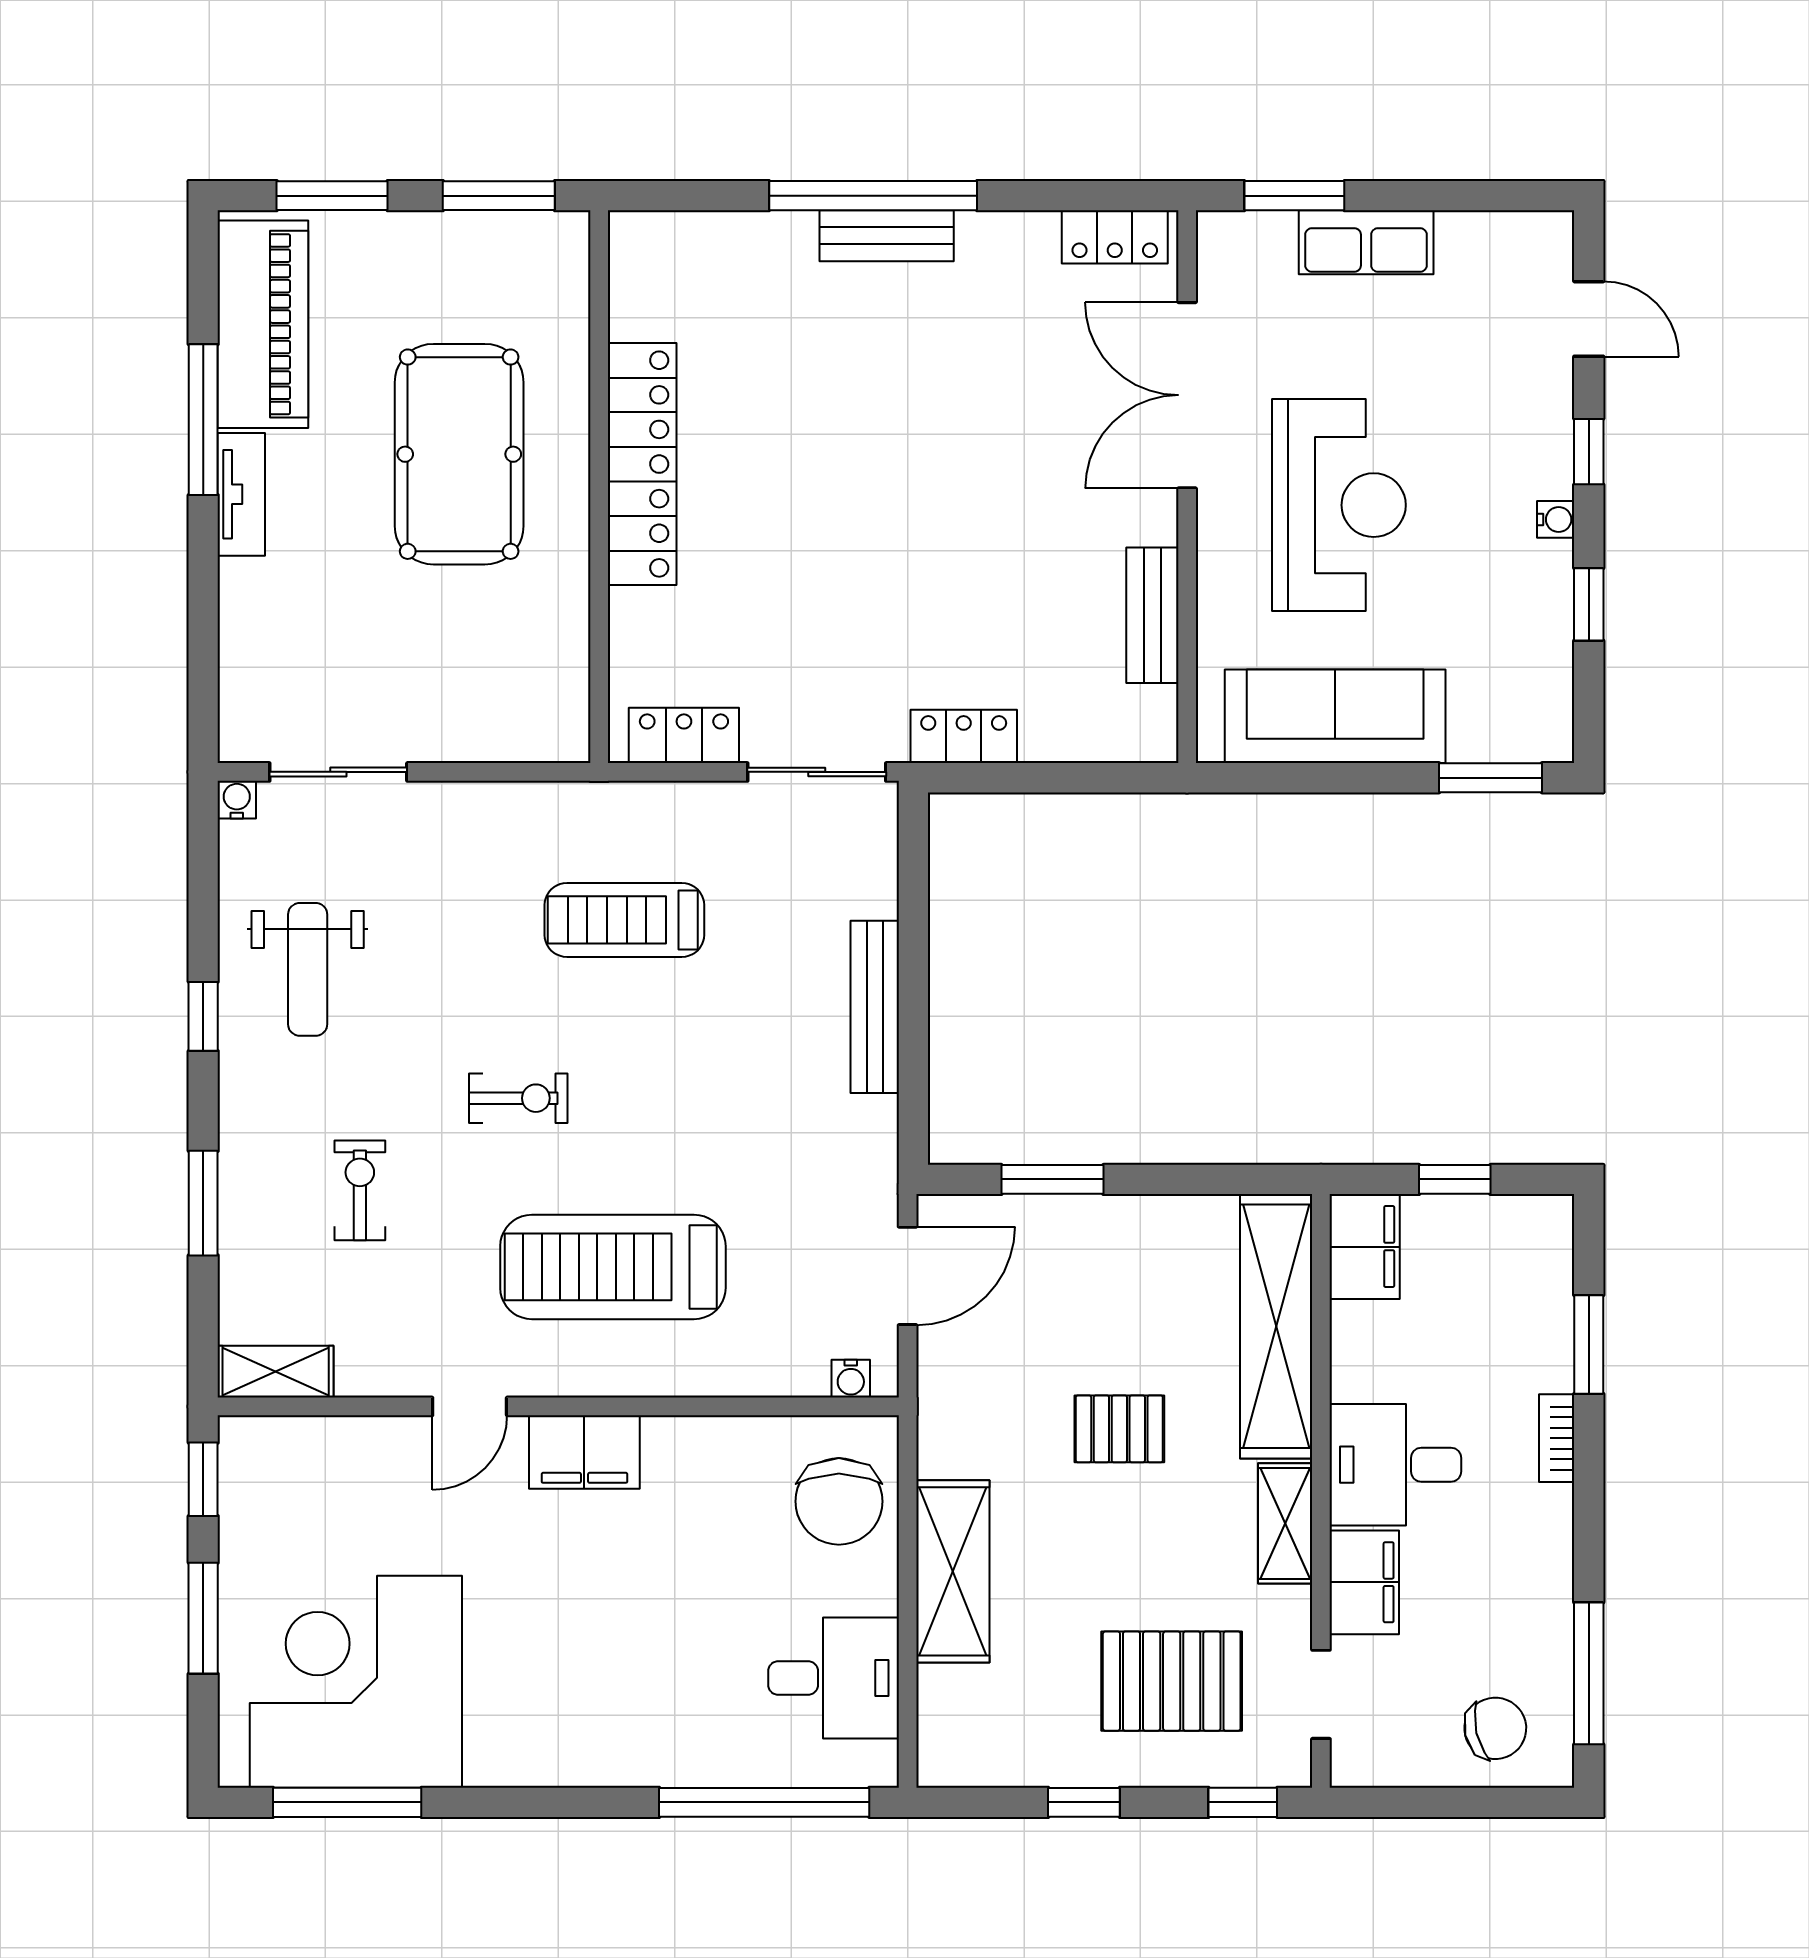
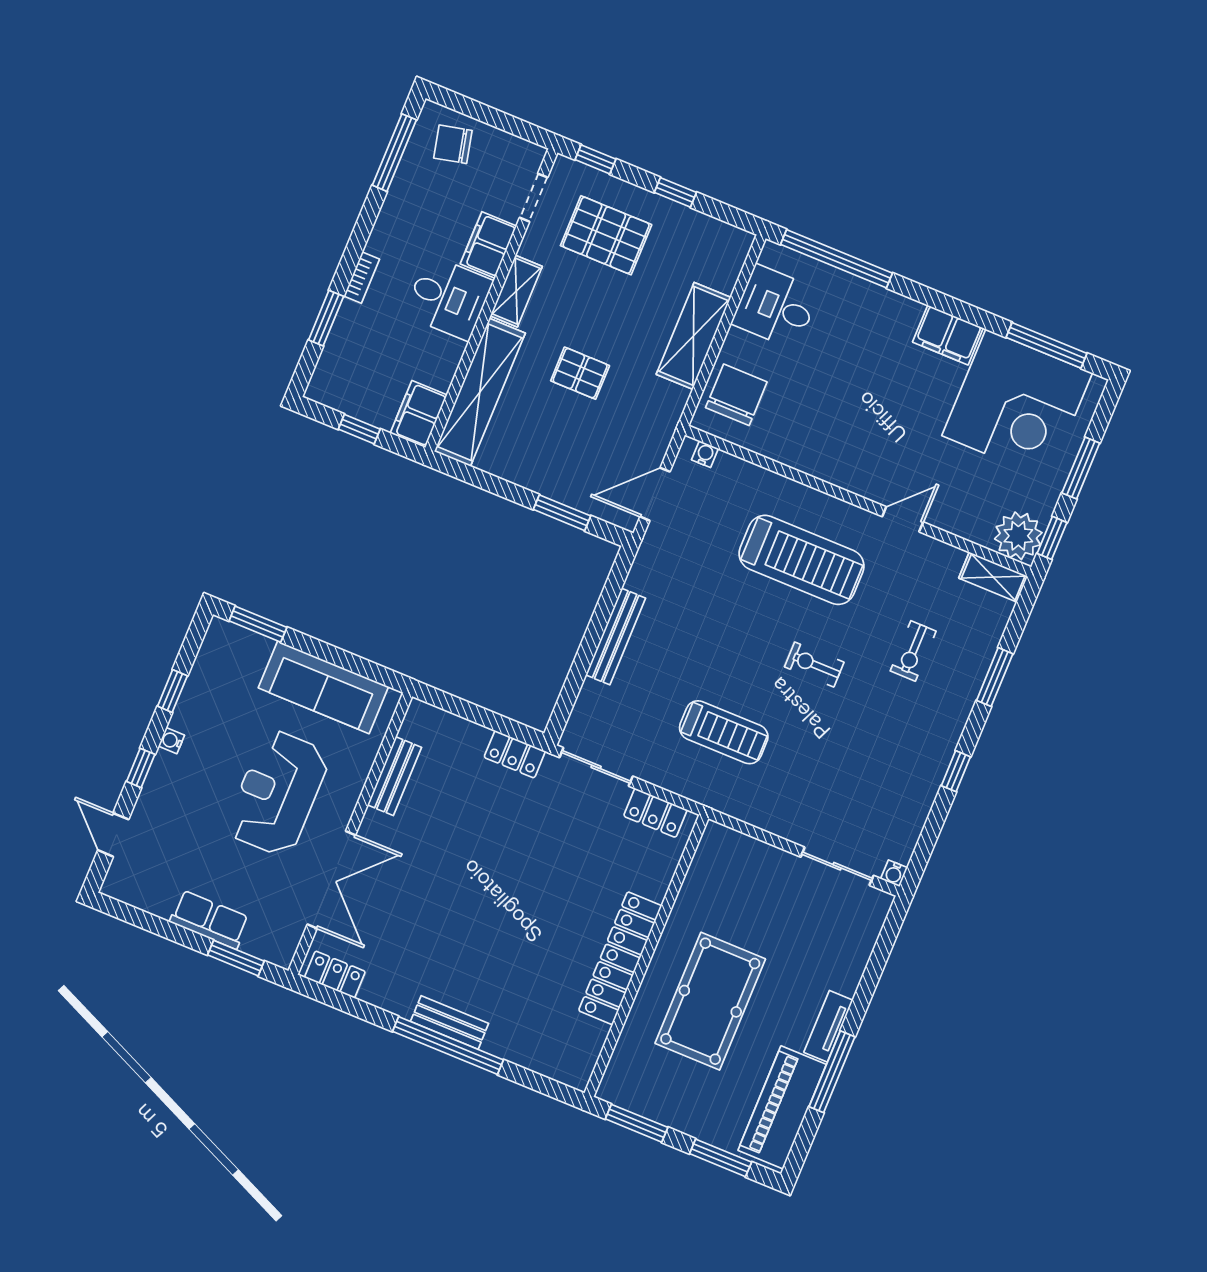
weight bench: (308, 969) -> (894, 773), removed
filing cabinet: (584, 1452) -> (948, 335), moved, turned 180
plant: (262, 1459) -> (1018, 536), added

